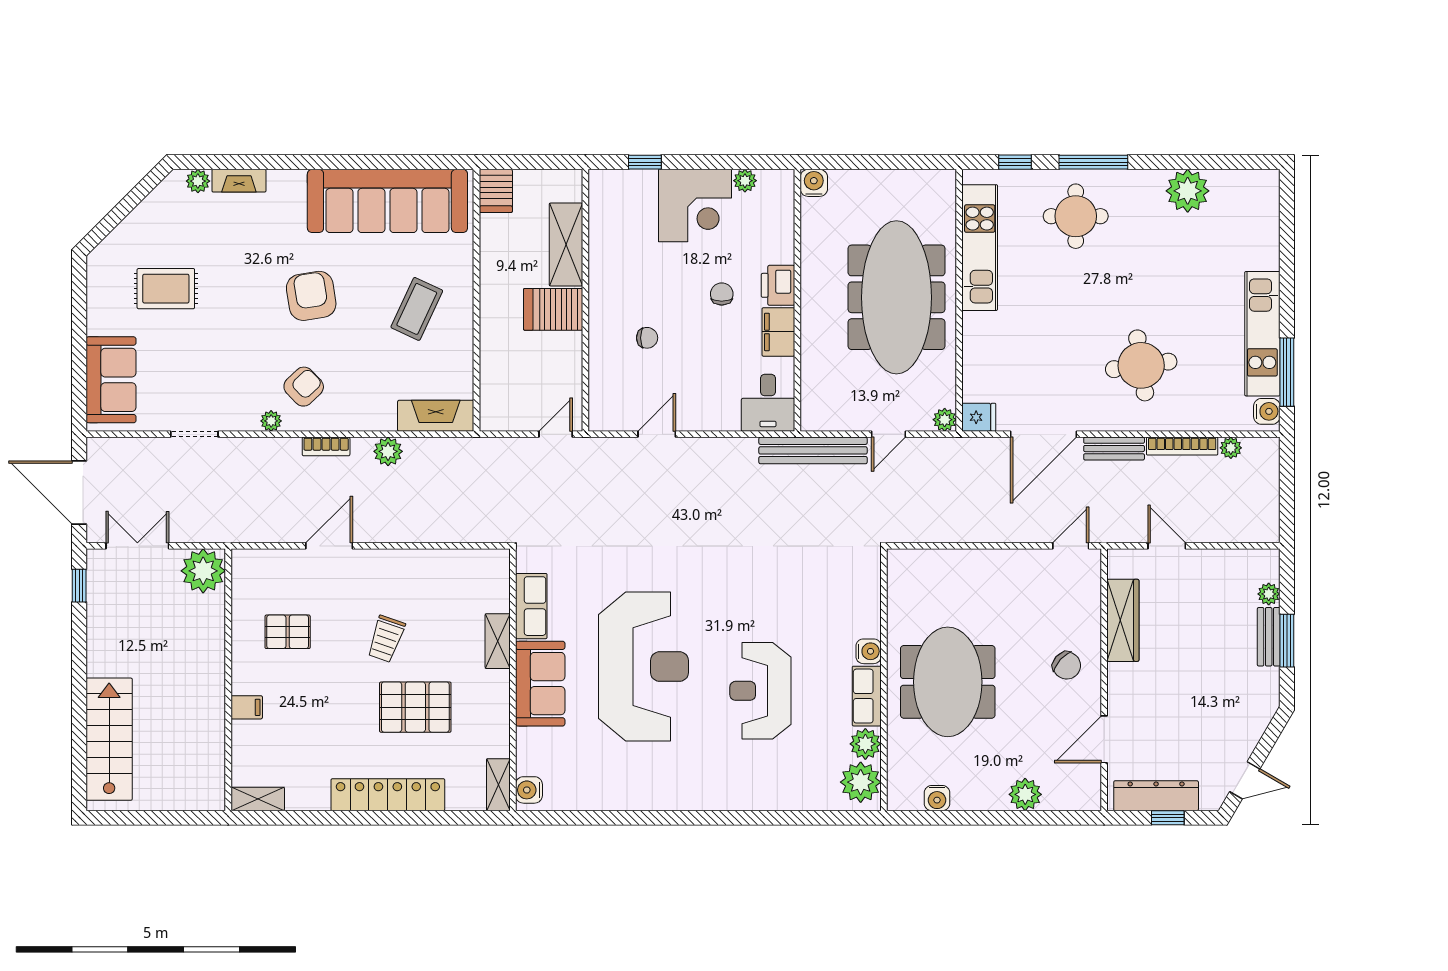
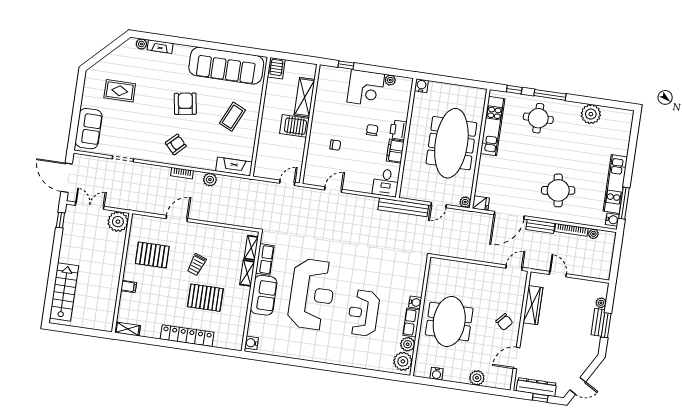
plant: (271, 421) -> (159, 158), removed
pallet: (288, 632) -> (152, 255), width x1.50, depth x1.42
shelving: (498, 785) -> (251, 248), moved

